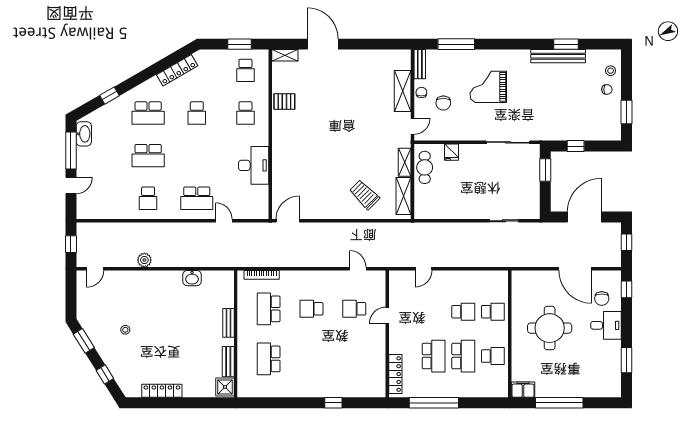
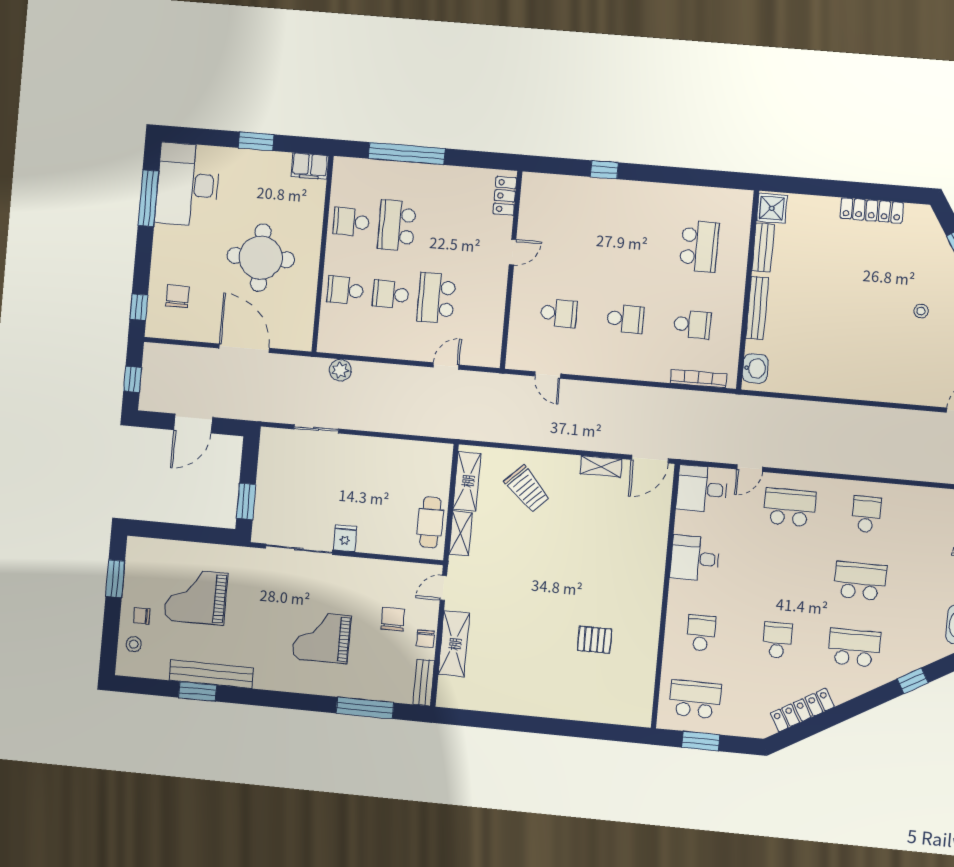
door: (323, 44) -> (571, 728), removed
shelving: (285, 55) -> (601, 466), moved
school desk: (245, 70) -> (695, 699), width x1.85
grand piano: (488, 87) -> (322, 637), turned 180
pallet: (284, 102) -> (595, 640), moved
grand piano: (573, 105) -> (196, 597), added
window: (576, 146) -> (197, 534), removed
fridge: (452, 152) -> (345, 538), moved
desk: (254, 165) -> (695, 558), width x0.73
desk: (253, 205) -> (702, 489), added
door: (584, 217) -> (193, 424), width x0.73
door: (224, 221) -> (750, 468), hinge flipped
plant: (144, 260) -> (340, 370), moved
door: (575, 269) -> (244, 348), moved
washbasin: (192, 278) -> (755, 368), moved, turned 90
school desk: (269, 309) -> (692, 325), width x0.54
door: (387, 315) -> (513, 252), moved
bench: (228, 323) -> (757, 308), width x1.36
desk: (606, 325) -> (188, 185), moved, width x1.87, depth x1.30
school desk: (434, 356) -> (436, 298), moved
window: (626, 360) -> (148, 198), width x1.44
locker: (395, 374) -> (505, 196), width x0.66
window: (434, 403) -> (407, 154), moved
window: (559, 403) -> (256, 141), width x0.47

